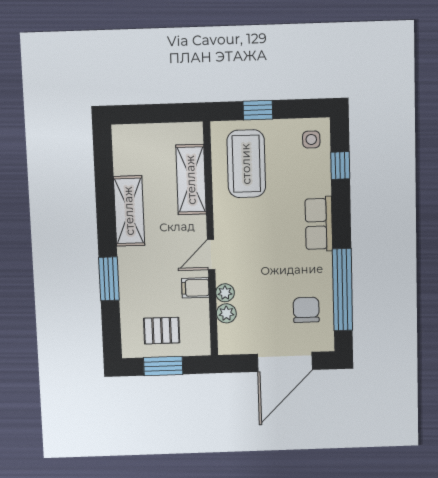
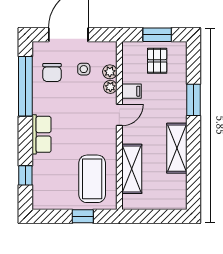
side table: (311, 139) -> (84, 69), moved
pallet: (162, 331) -> (157, 61), turned 90

